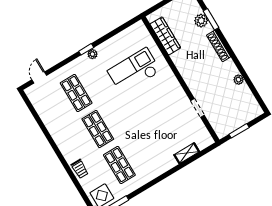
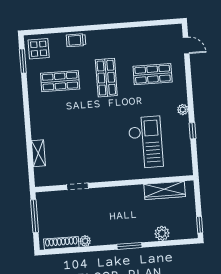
window: (211, 19) -> (129, 246), moved
shoe rack: (219, 46) -> (61, 243), moved
window: (86, 49) -> (193, 131), moved
shop shelf: (98, 129) -> (106, 78), turned 90
window: (239, 131) -> (34, 216), width x1.44

